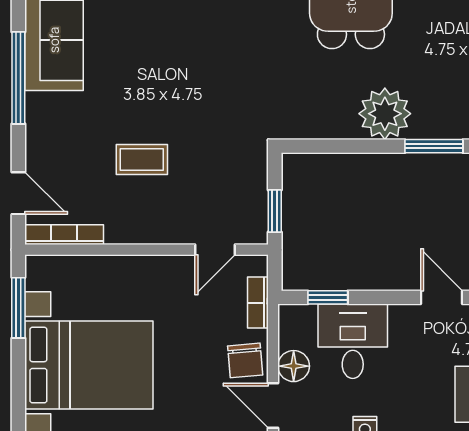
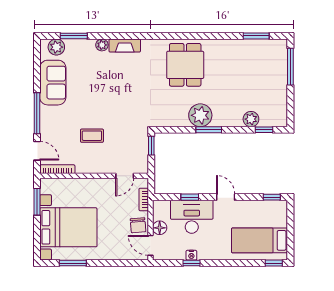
window: (18, 78) -> (37, 113), moved
window: (434, 146) -> (209, 130), moved
window: (275, 211) -> (151, 146), moved
window: (328, 297) -> (190, 197), moved
desk: (353, 341) -> (192, 217), width x1.37

